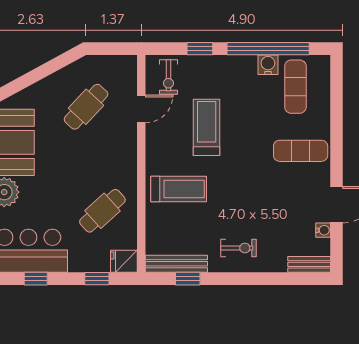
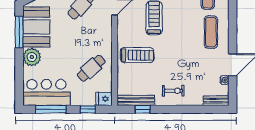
exercise mat: (301, 151) -> (211, 32), turned 90
window: (36, 279) -> (51, 109), width x2.17

